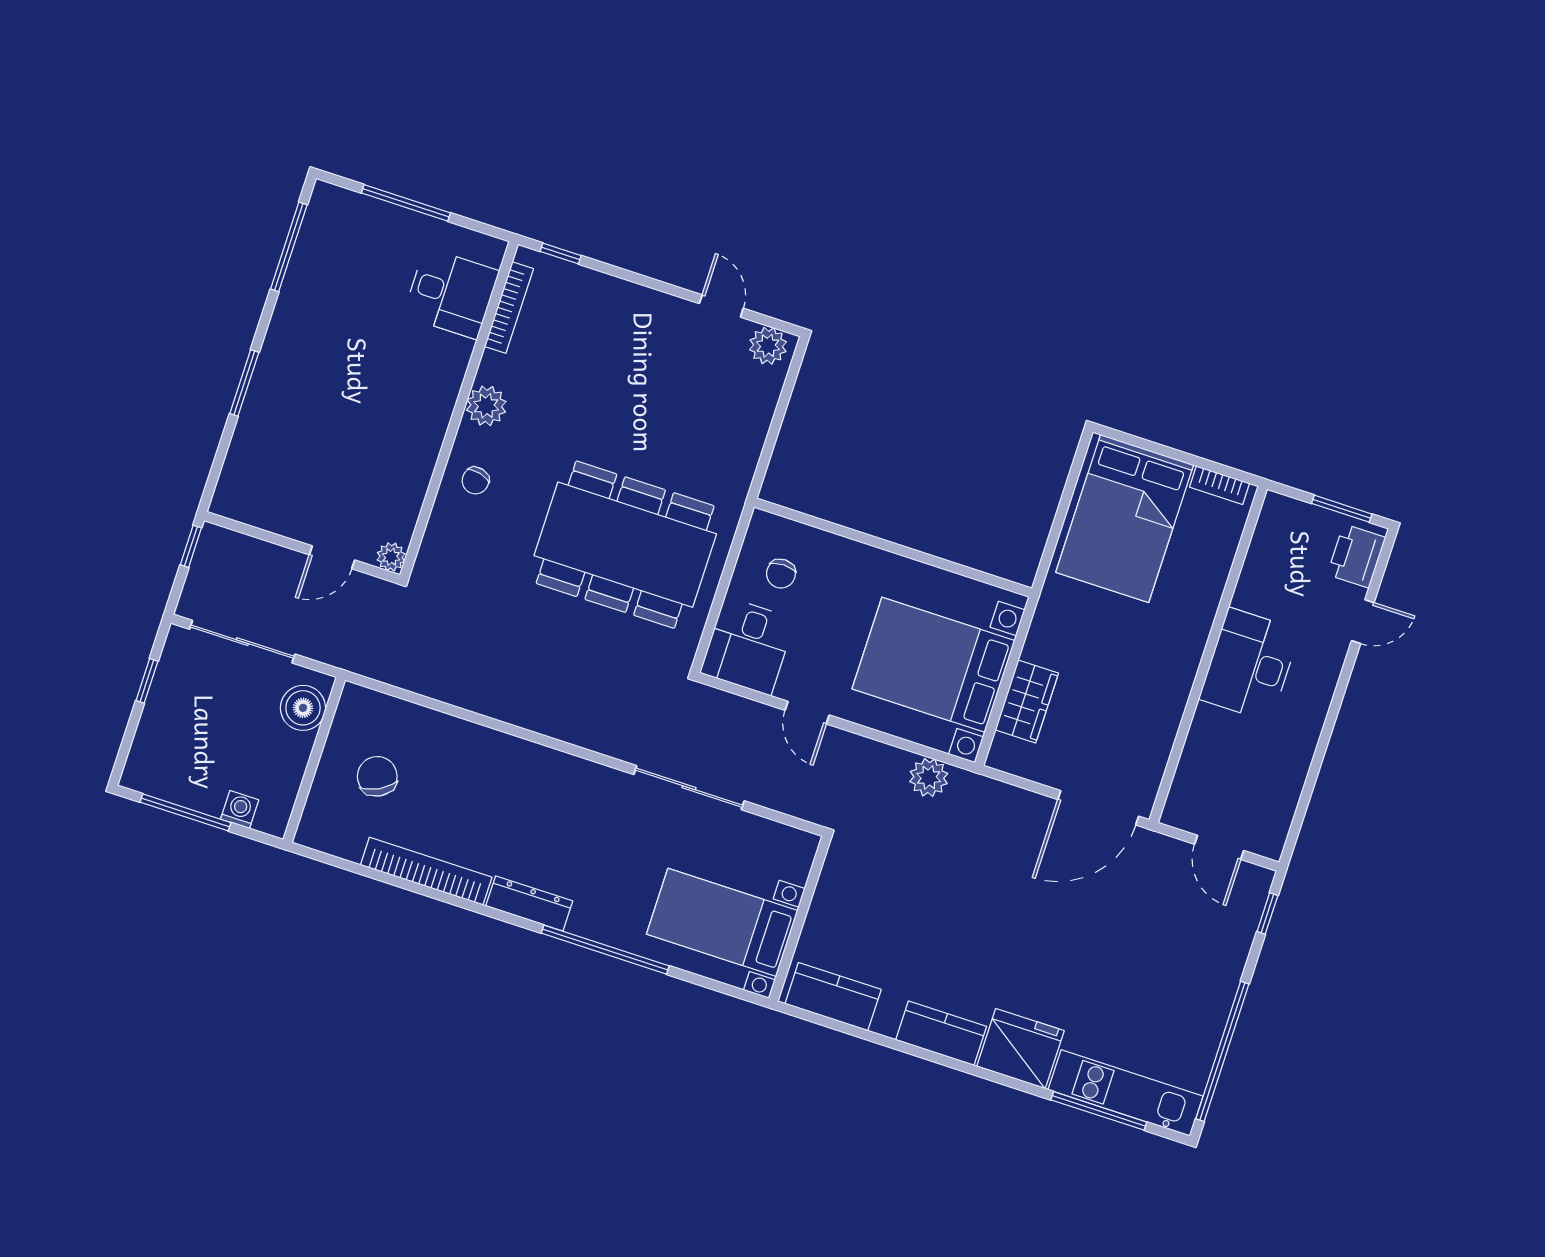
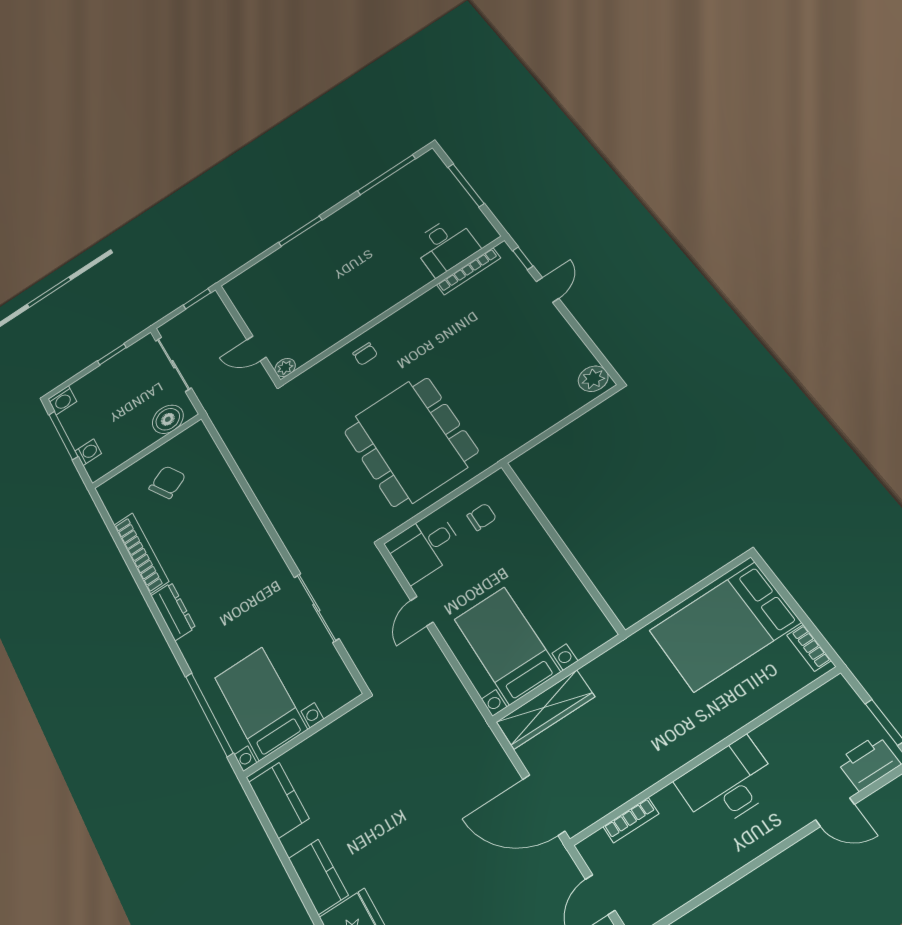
door: (721, 306) -> (548, 290), moved
plant: (486, 406) -> (408, 317), removed
chair: (475, 481) -> (365, 354), turned -104
chair: (781, 574) -> (482, 517), turned 180
bed with nightstands: (934, 665) -> (507, 645), width x0.73
wardrobe: (1027, 701) -> (546, 709), width x1.50
bookcase: (1190, 762) -> (631, 820), added
washing machine: (139, 775) -> (62, 400), added
plant: (929, 777) -> (457, 705), removed
window: (605, 950) -> (209, 714), moved

